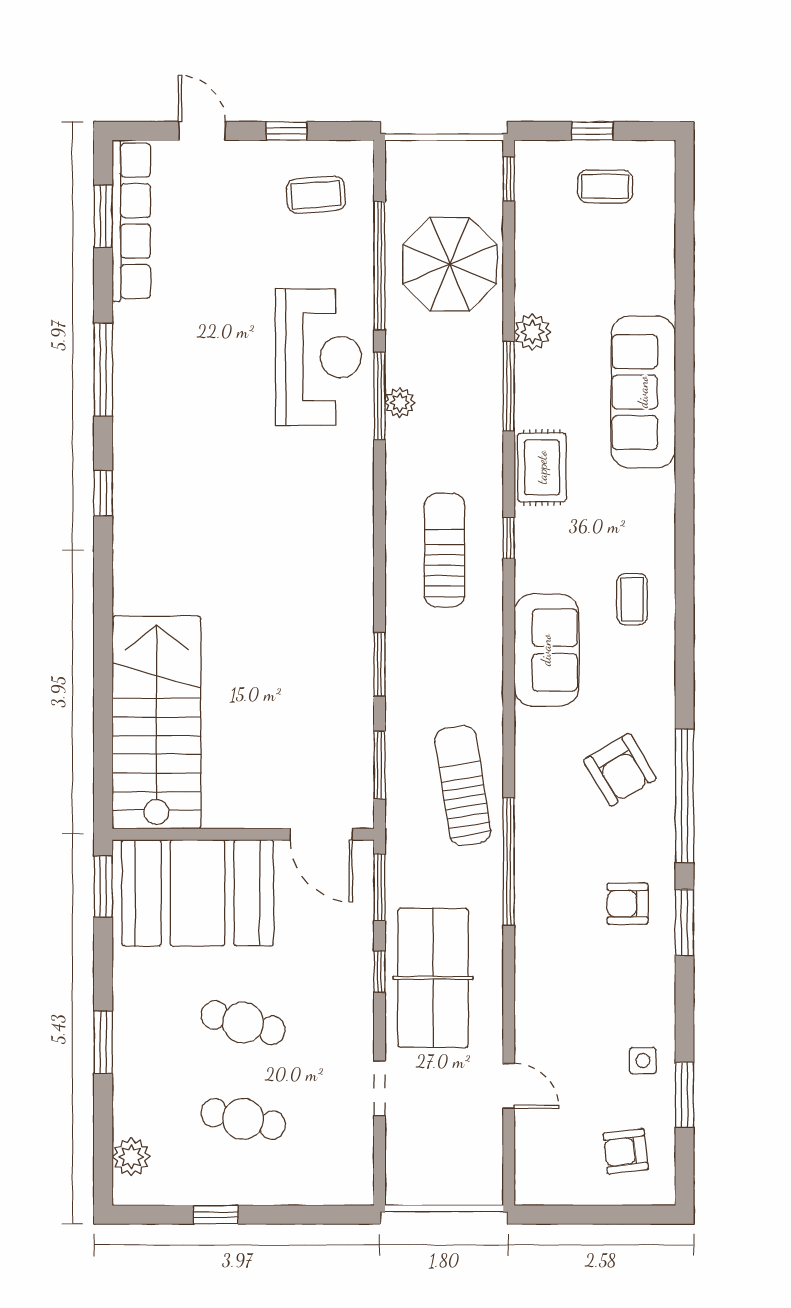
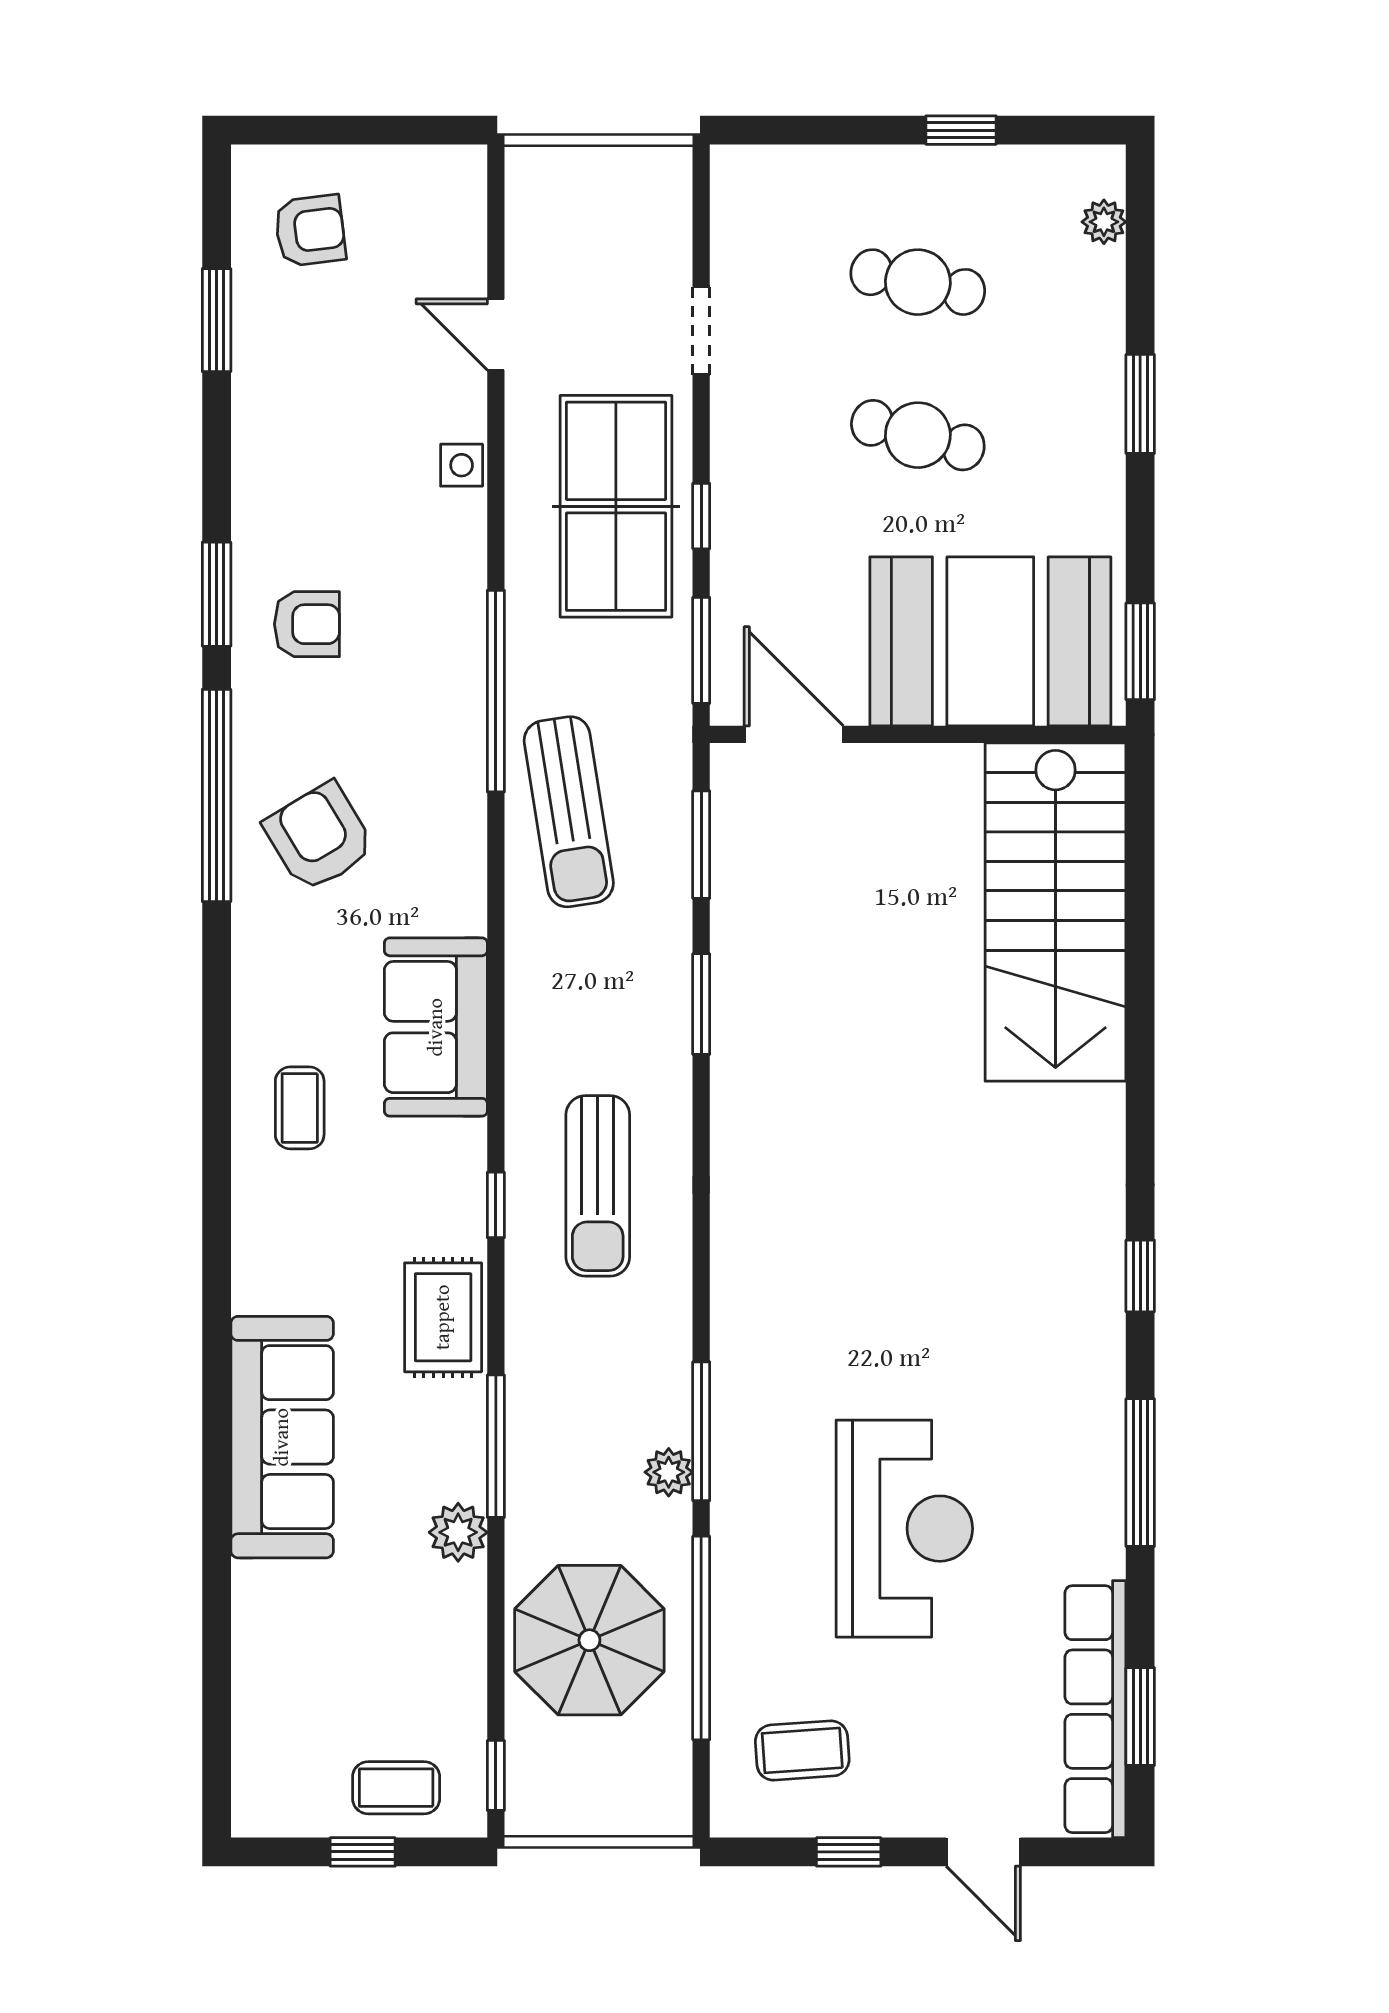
coffee table: (605, 186) -> (396, 1788), moved
reception desk: (318, 357) -> (904, 1529), moved, turned 180
plant: (400, 403) -> (669, 1472), moved
side table: (643, 1061) -> (462, 465), moved
plant: (131, 1157) -> (1104, 222), width x0.73, depth x0.73

